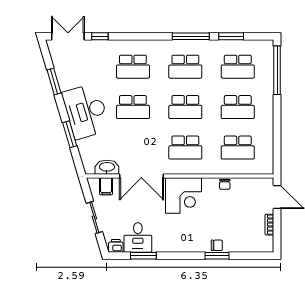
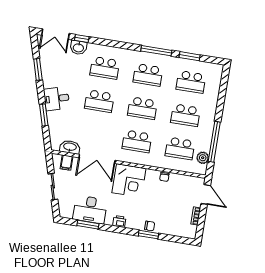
double door: (68, 36) -> (55, 34), swing flipped
washbasin: (98, 48) -> (78, 48), added
window: (277, 70) -> (214, 142), moved
desk: (86, 111) -> (57, 99), width x0.53, depth x0.77
plant: (266, 154) -> (203, 158), added
desk: (138, 237) -> (90, 210), width x1.37
printer: (116, 246) -> (119, 221), moved

